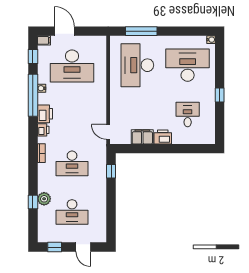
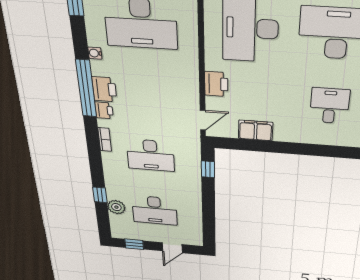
window: (33, 95) -> (86, 89), moved
door: (108, 132) -> (203, 120), swing flipped
printer: (163, 137) -> (216, 84), moved, turned 90
plant: (44, 199) -> (116, 207), moved
door: (83, 247) -> (172, 248), hinge flipped

